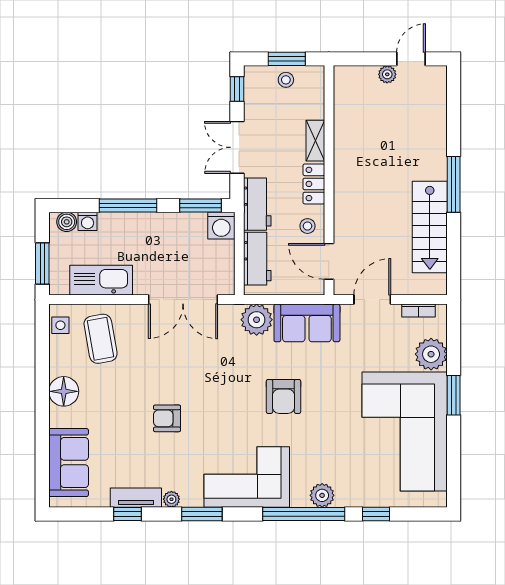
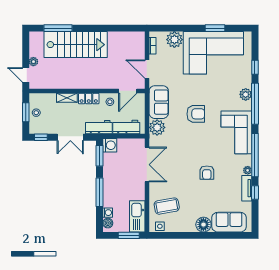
door: (411, 59) -> (26, 75), moved
window: (454, 184) -> (58, 28), moved
stairs: (430, 227) -> (76, 45), moved, width x1.36, depth x1.51
kitchen sink: (101, 280) -> (137, 216), moved
floor lamp: (64, 391) -> (203, 225), moved
window: (454, 395) -> (215, 28), moved
window: (202, 514) -> (255, 155), width x2.11

